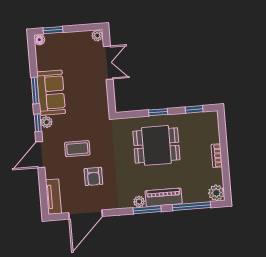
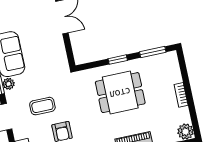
window: (194, 109) -> (153, 52), width x1.50

